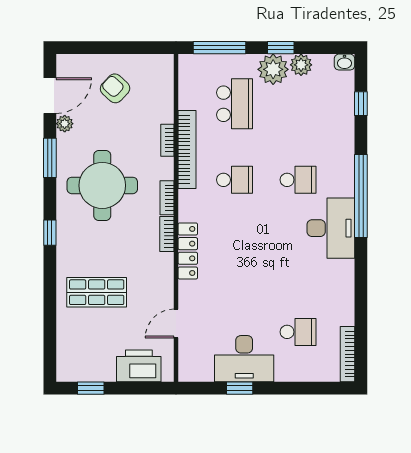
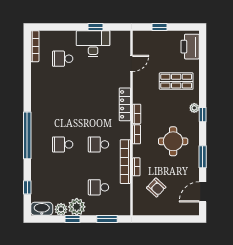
window: (219, 48) -> (107, 219), width x0.69
washbasin: (345, 62) -> (42, 209), width x1.91, depth x1.45
armchair: (115, 88) -> (156, 188), moved
school desk: (235, 104) -> (98, 187), width x0.54
plant: (65, 124) -> (194, 108), moved
round table: (102, 185) -> (173, 141), width x0.73, depth x0.73
desk: (331, 228) -> (44, 117), removed
printer: (139, 366) -> (190, 47), moved, turned 90
window: (91, 388) -> (160, 27), moved

